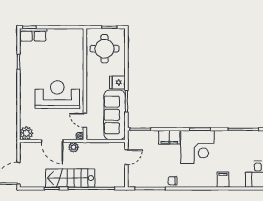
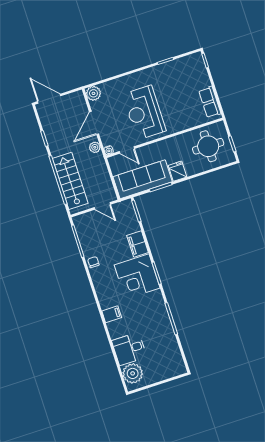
row of seats: (33, 35) -> (210, 102), moved
reception desk: (57, 95) -> (144, 113), turned 180
door: (85, 120) -> (127, 150), swing flipped
stairs: (70, 178) -> (70, 181), moved

